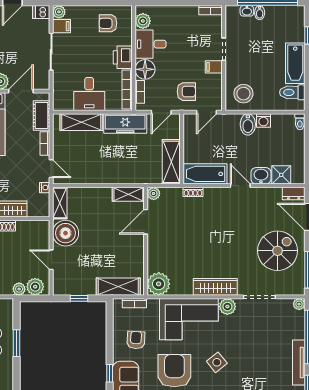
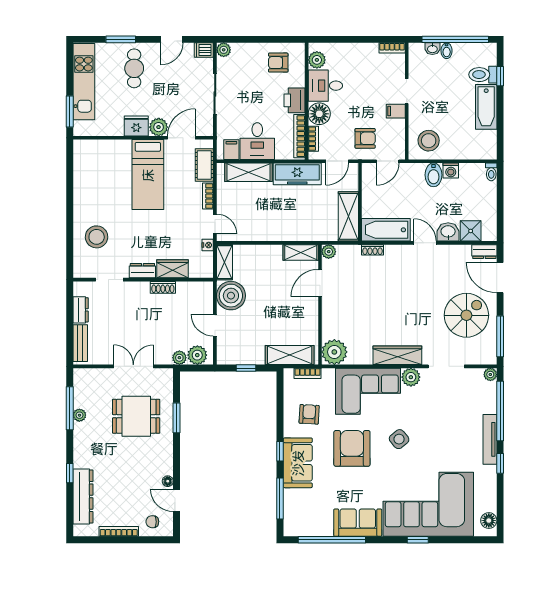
filing cabinet: (61, 26) -> (231, 150), moved, turned -90
toilet: (292, 92) -> (483, 75), moved

